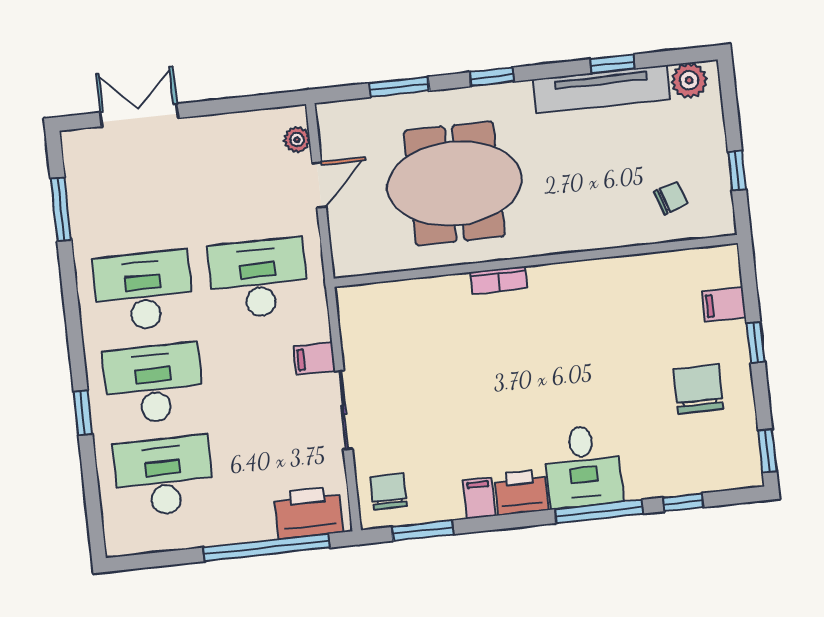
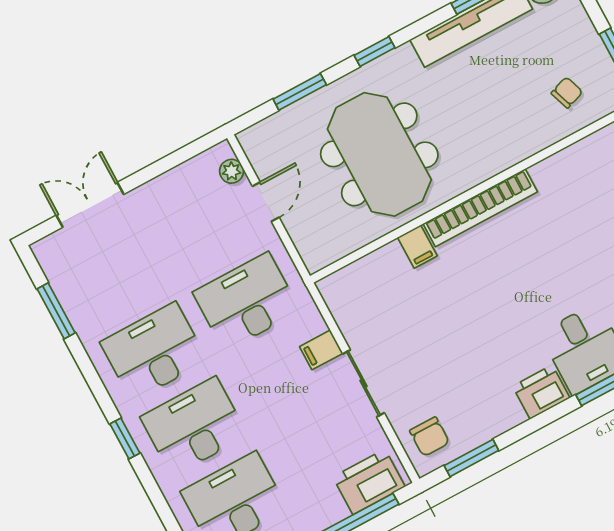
meeting table: (454, 183) -> (379, 154), turned 90
bookcase: (499, 280) -> (480, 208), width x2.31, depth x1.31
window: (83, 413) -> (125, 438), moved
chair: (389, 491) -> (430, 437), turned 180
filing cabinet: (479, 498) -> (417, 247), moved, turned 180

